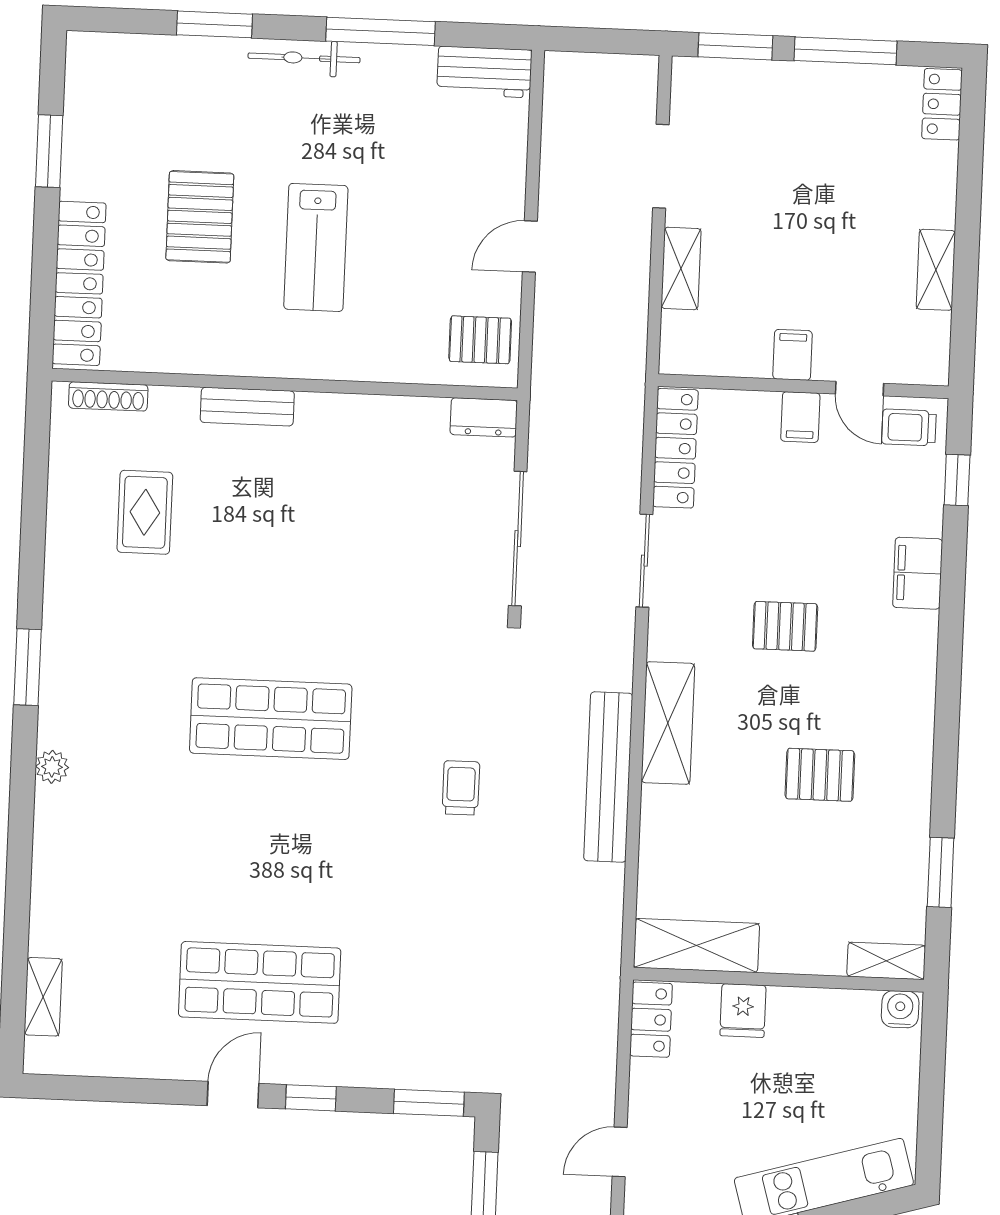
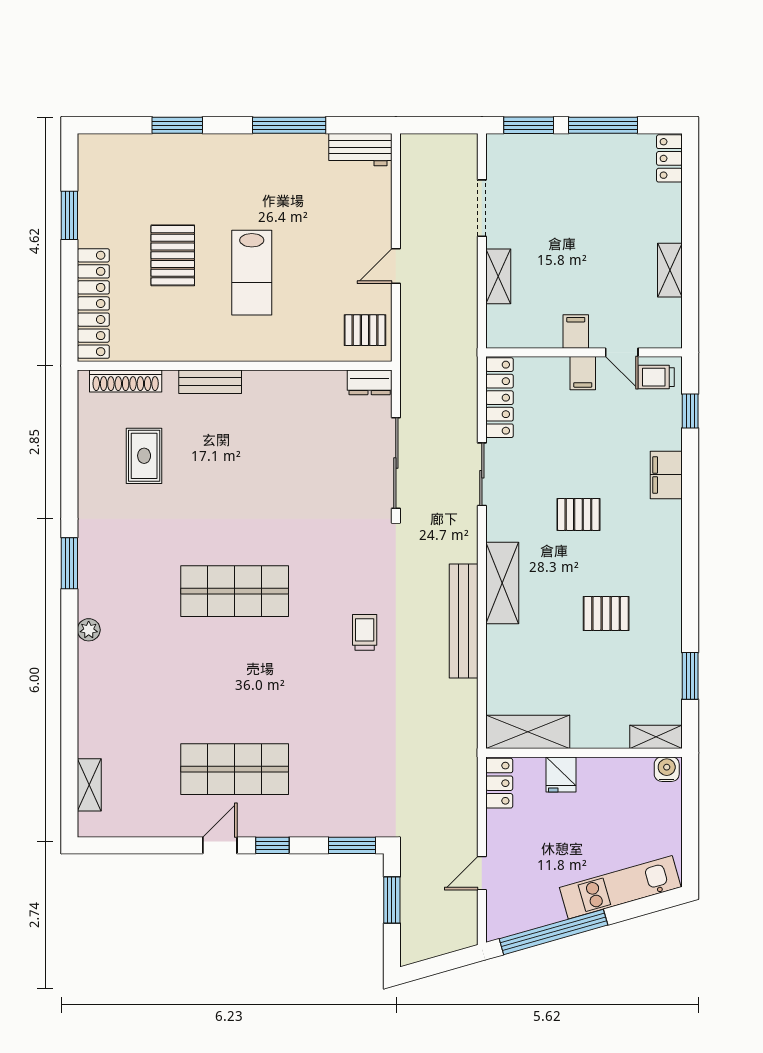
bicycle: (304, 58) -> (238, 145), removed
shoe rack: (108, 396) -> (126, 381), width x1.36, depth x1.24

